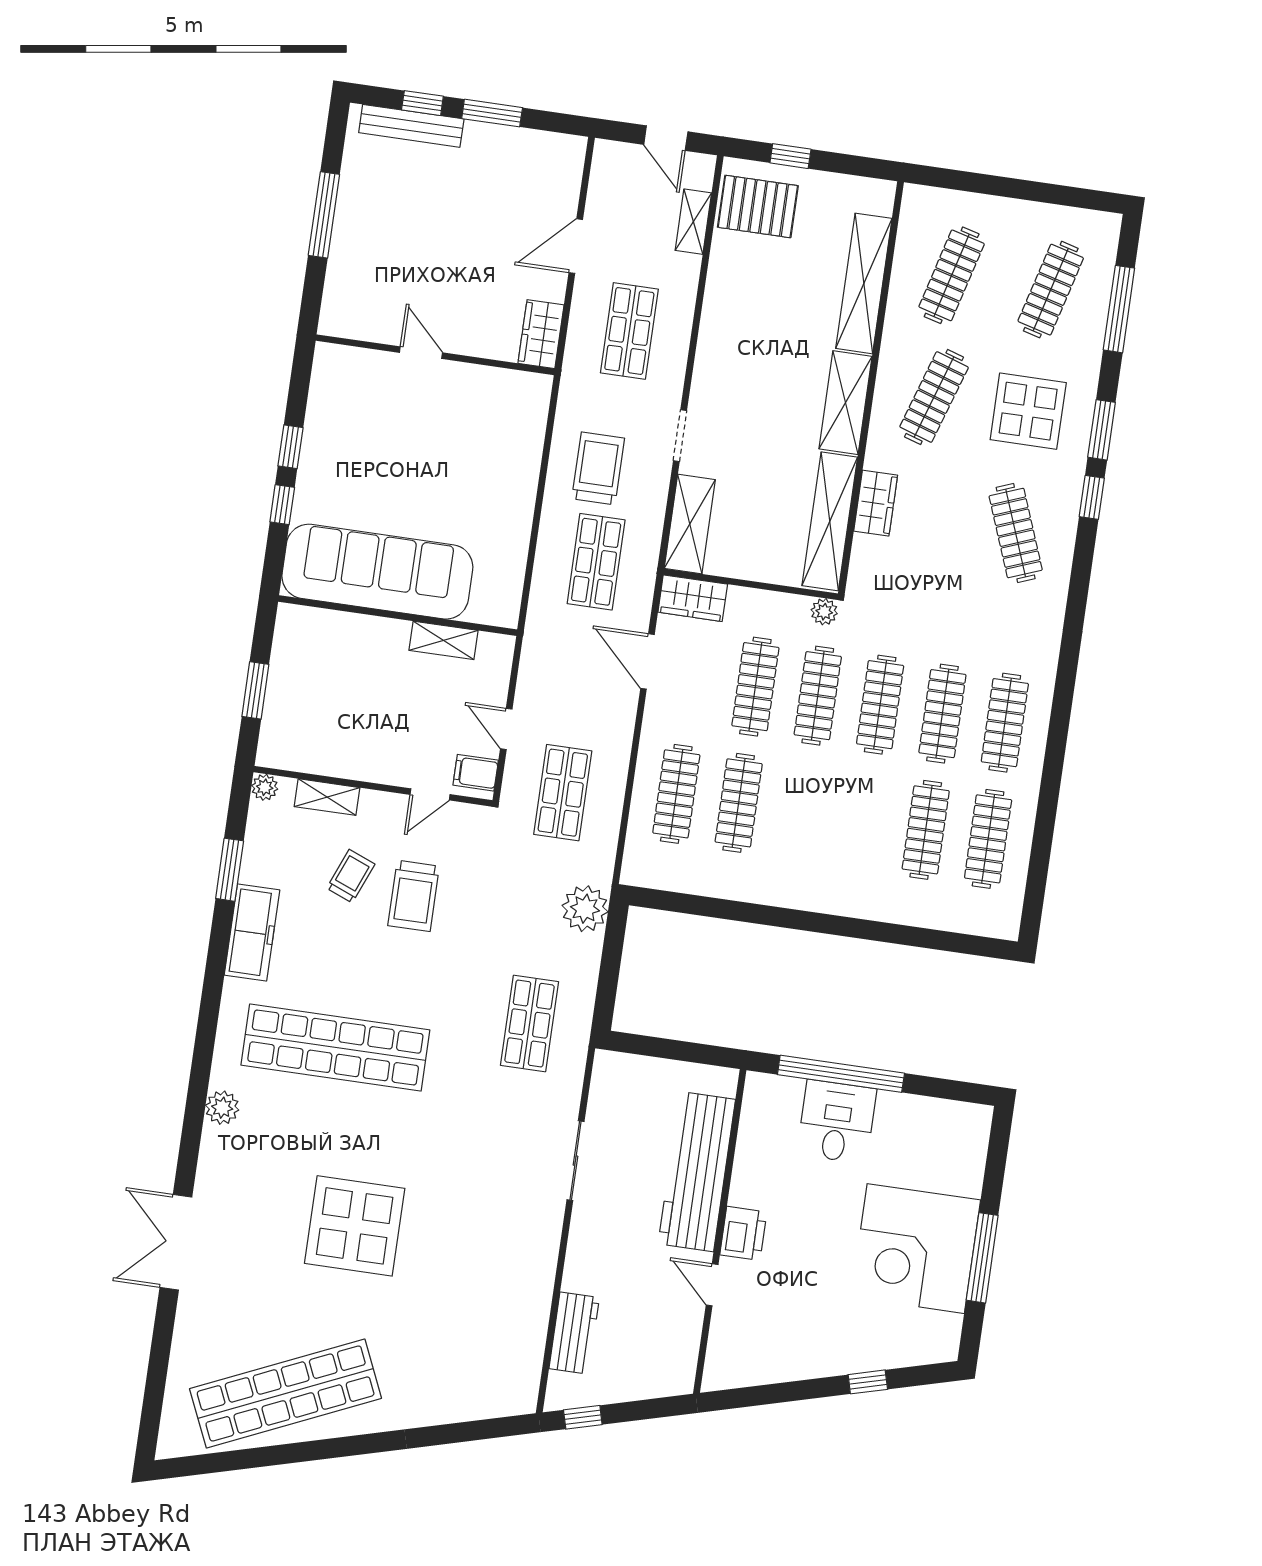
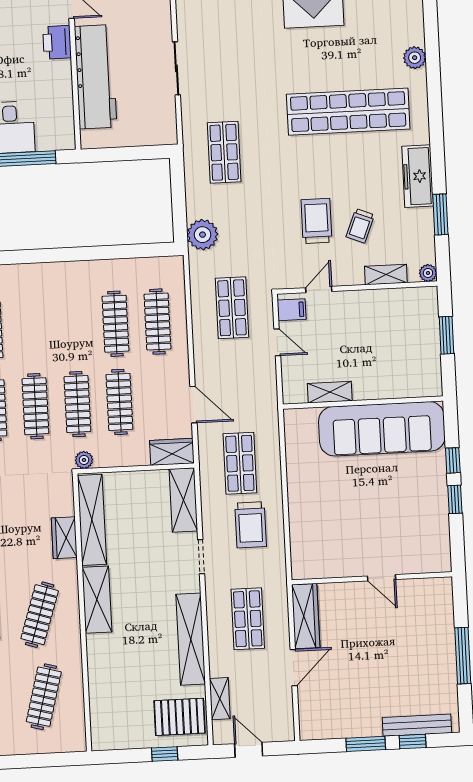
shelving: (864, 283) -> (191, 639), moved
wardrobe: (541, 334) -> (306, 616), width x1.50

